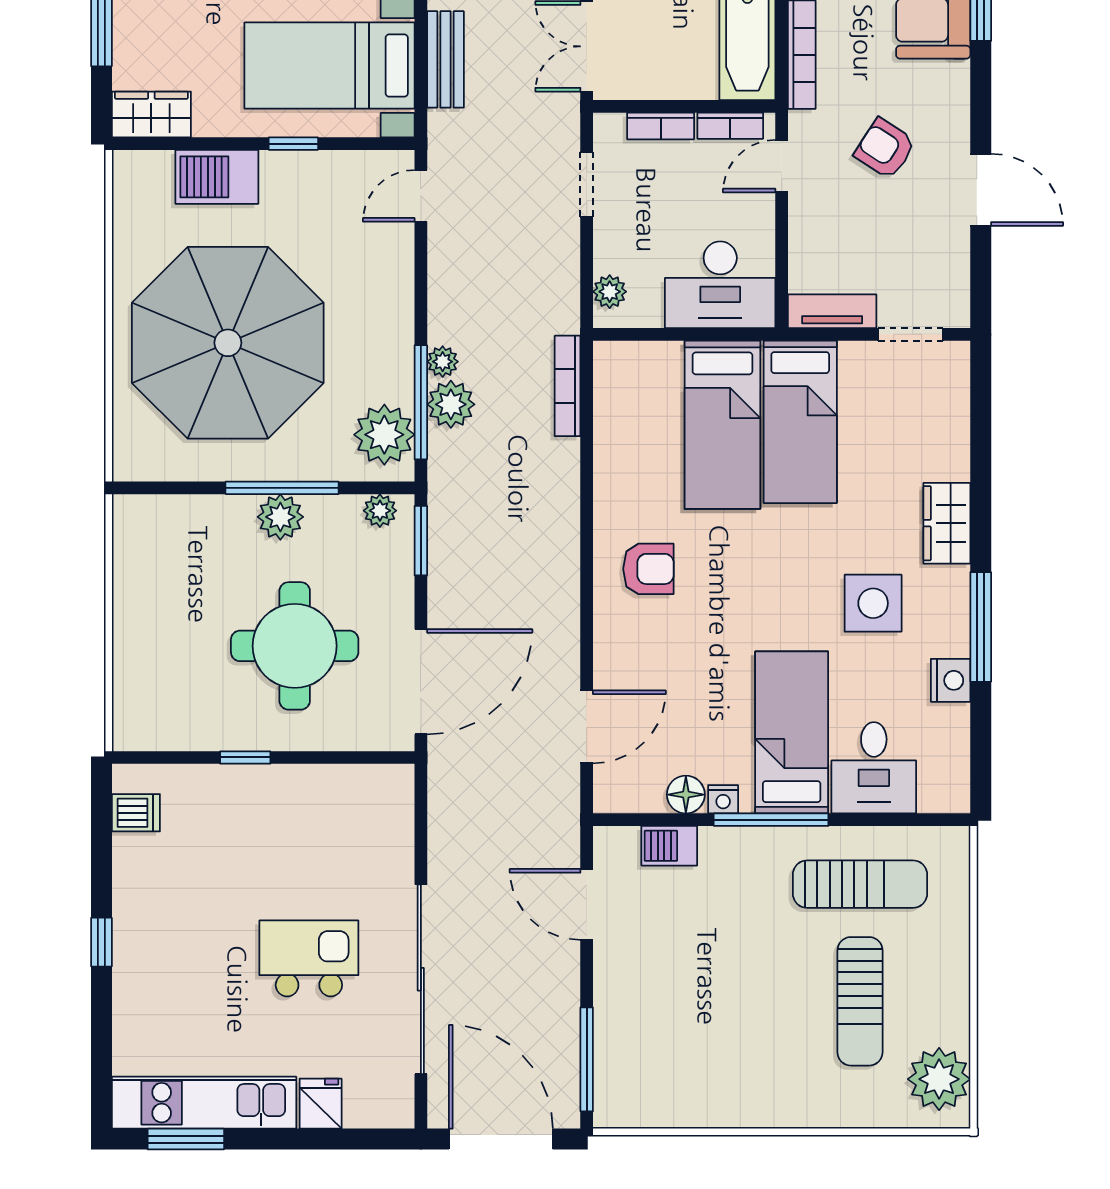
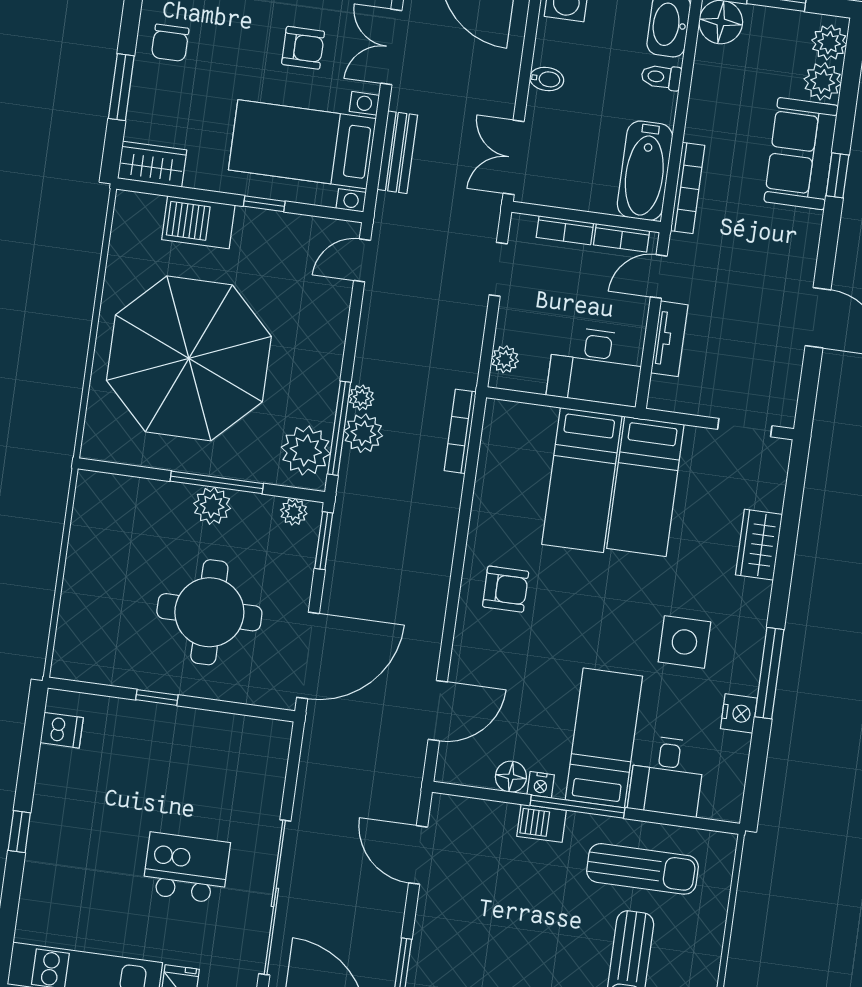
armchair: (885, 149) -> (745, 274), removed
tv unit: (832, 311) -> (669, 339), moved, turned 90
wardrobe: (947, 523) -> (759, 545), moved
barbecue: (669, 846) -> (542, 823), moved

